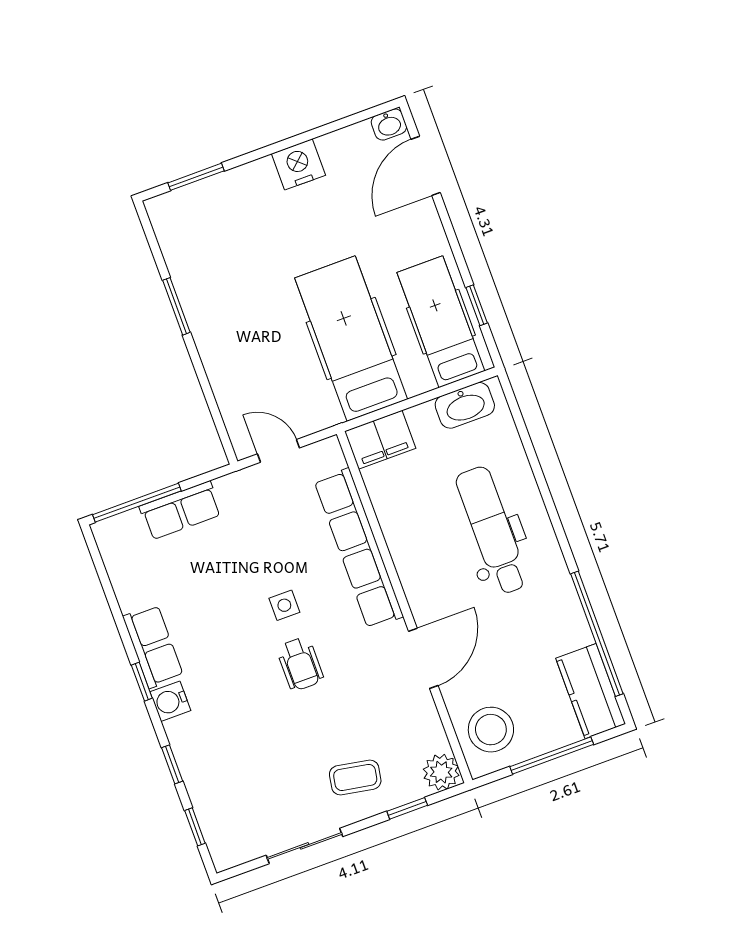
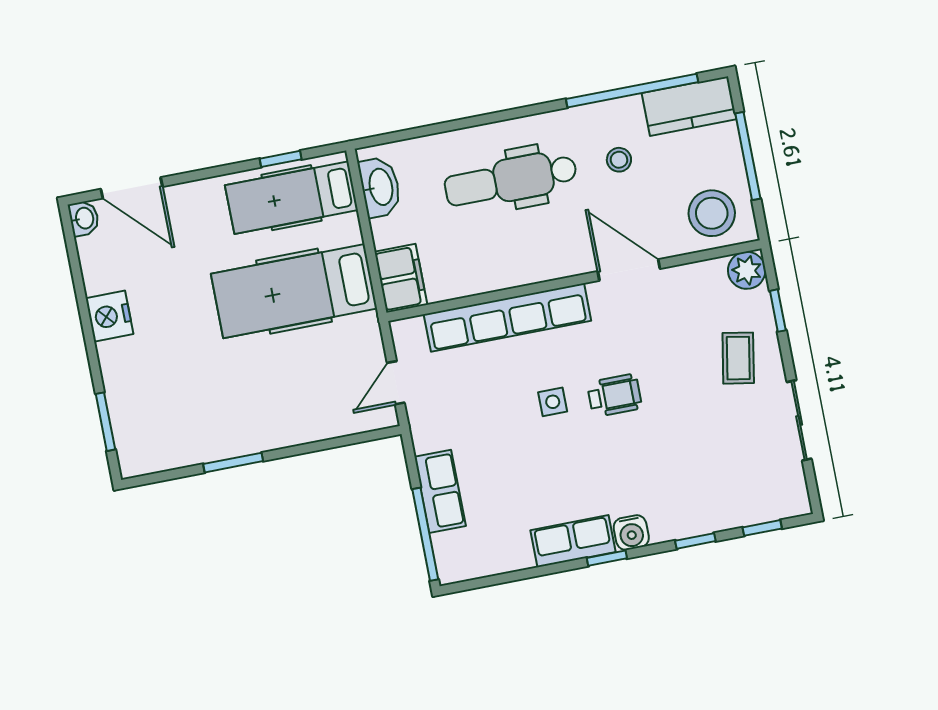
stool: (528, 632) -> (619, 160), added

